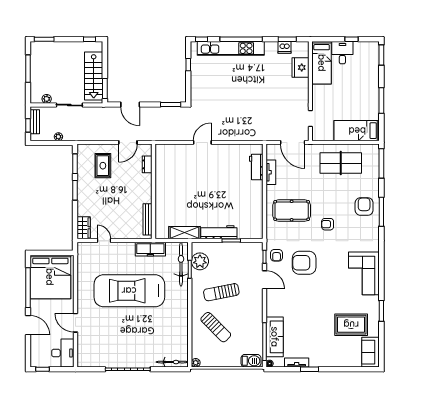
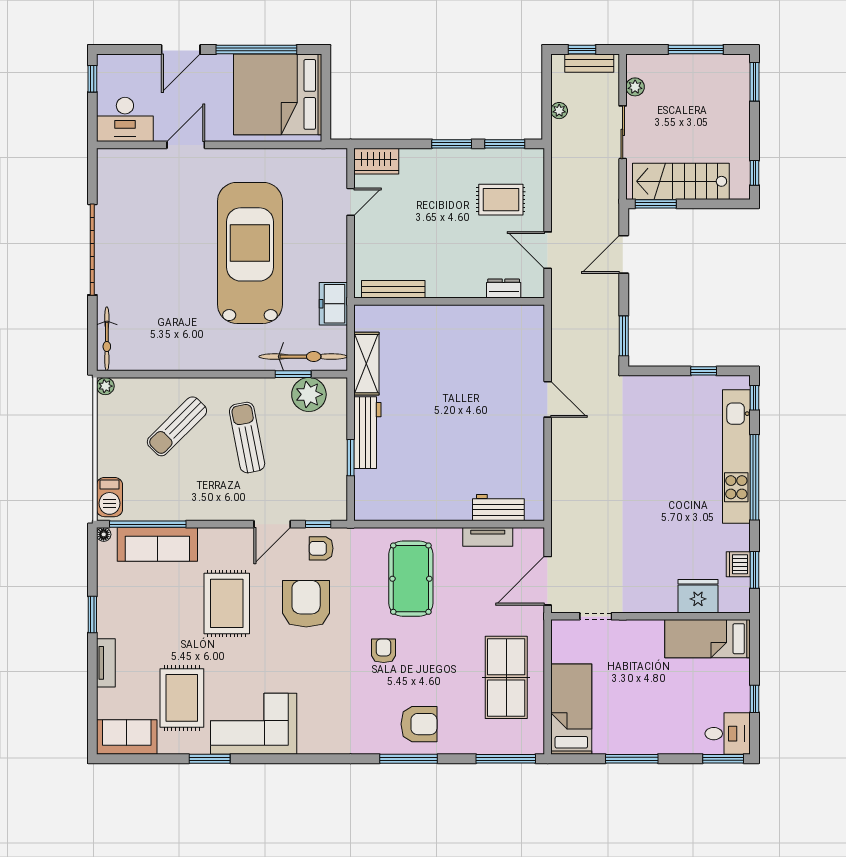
desk: (342, 53) -> (728, 734), moved
freezer: (150, 249) -> (333, 304), width x0.71
corner sofa: (364, 273) -> (254, 724), moved
rug: (304, 302) -> (227, 603), added
tv unit: (297, 362) -> (106, 663), moved

